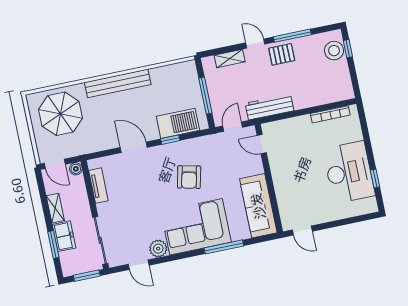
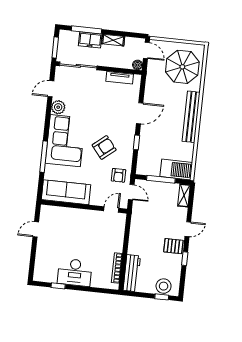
window: (292, 36) -> (185, 259), width x0.46
pallet: (282, 54) -> (173, 246), turned 90
shelving: (230, 59) -> (184, 195), moved
workbench: (269, 107) -> (132, 273), moved
barbecue: (178, 123) -> (176, 170), moved, turned -90
armchair: (217, 149) -> (119, 175), added
door: (55, 164) -> (146, 50), swing flipped
desk: (349, 172) -> (75, 272), width x0.73, depth x0.77
armchair: (189, 177) -> (104, 147), turned 128
door: (302, 231) -> (36, 229), moved
window: (53, 244) -> (87, 30), width x1.44

